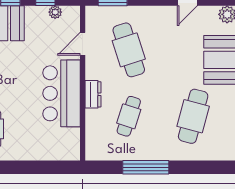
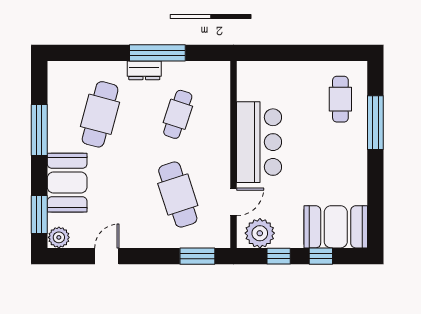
plant: (55, 12) -> (260, 233), width x1.87, depth x1.87
dresser: (93, 94) -> (144, 70), moved, turned -90

